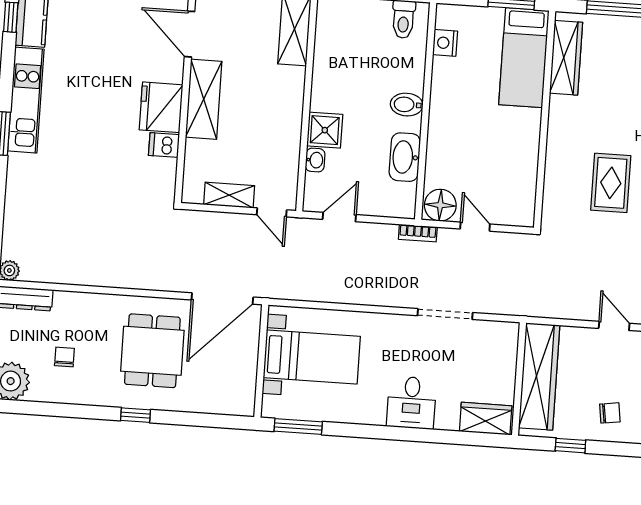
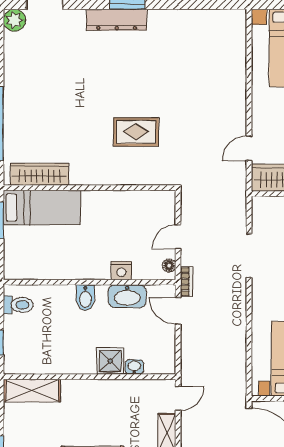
nightstand: (445, 43) -> (121, 271), moved
floor lamp: (440, 205) -> (169, 265), width x0.53, depth x0.53
door: (339, 217) -> (178, 311), moved
door: (614, 326) -> (249, 148), moved

